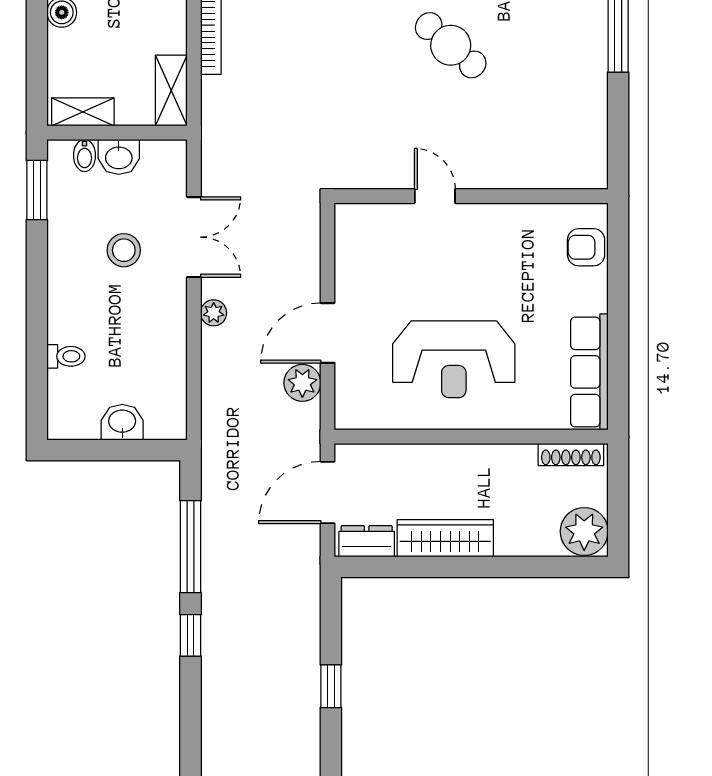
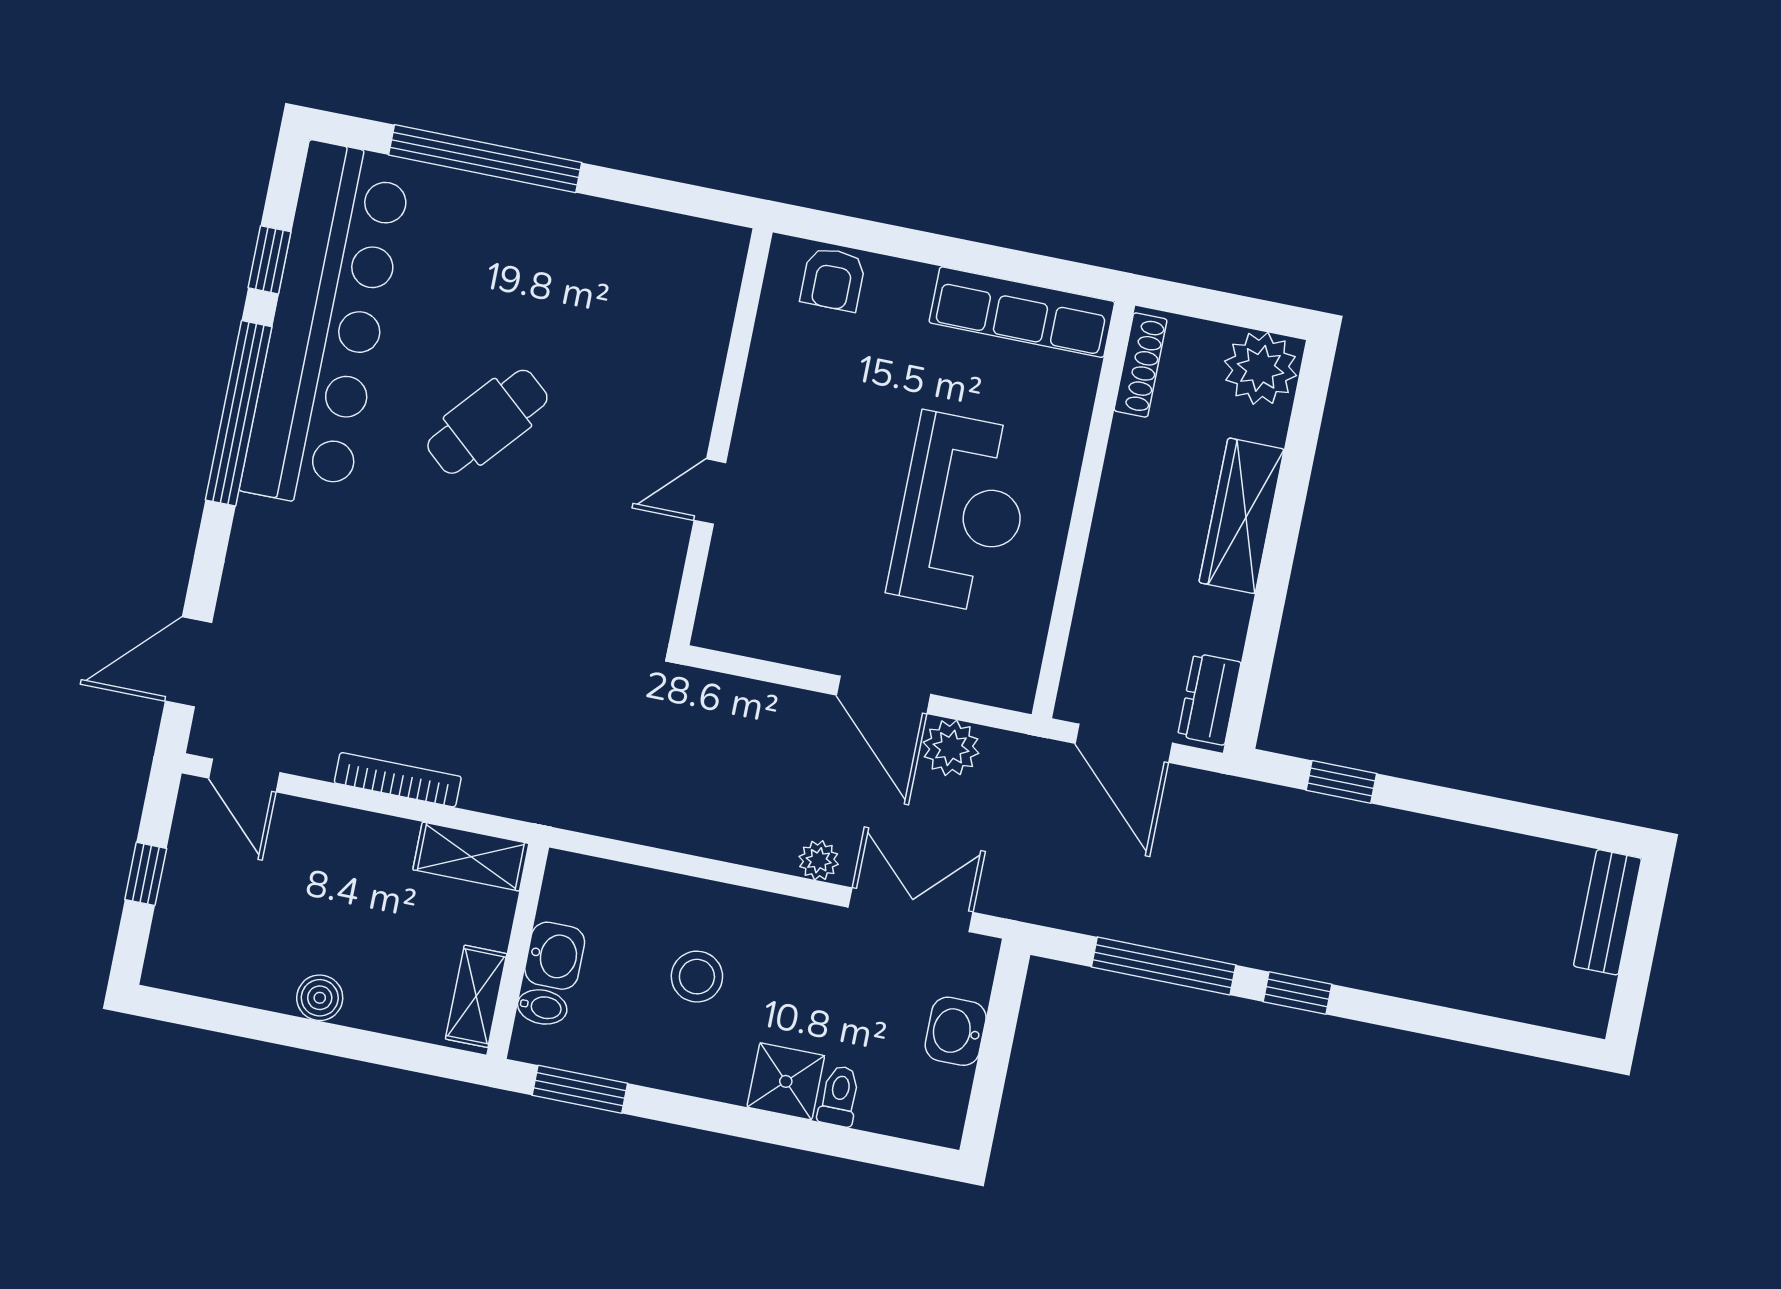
double door: (194, 237) -> (911, 910), moved
shower: (68, 320) -> (786, 1081), added
wardrobe: (445, 538) -> (1242, 516), moved
window: (331, 686) -> (1341, 782), moved

